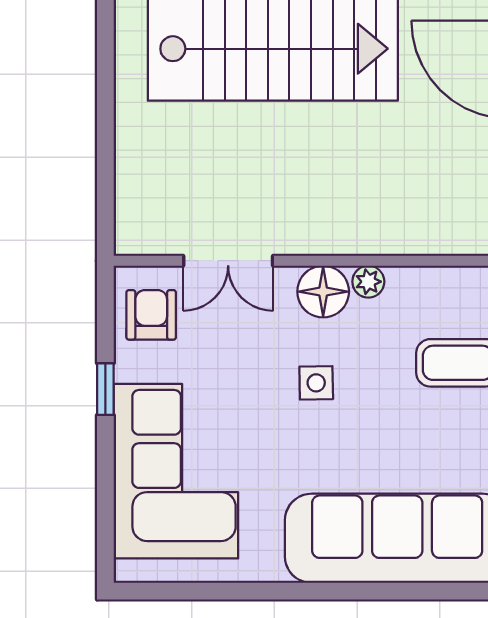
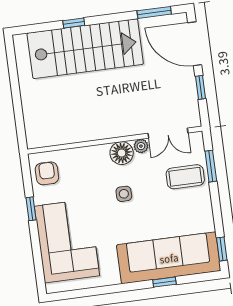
double door: (228, 261) -> (168, 133), moved
window: (381, 591) -> (164, 282), added

